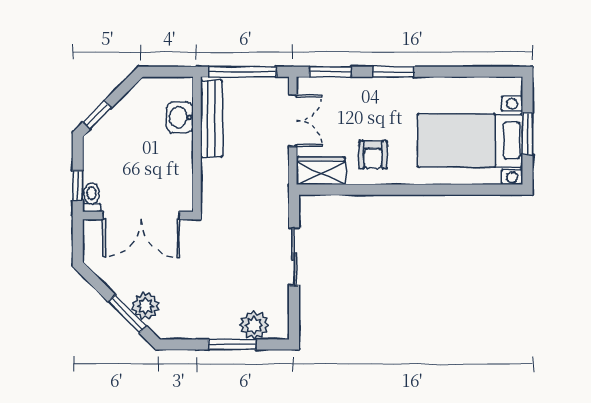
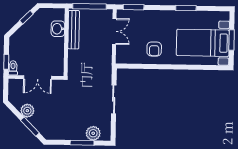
window: (394, 72) -> (186, 8), moved
window: (97, 115) -> (26, 17), moved
wardrobe: (321, 171) -> (128, 57), removed
double door: (141, 215) -> (38, 77), width x0.73
plant: (145, 306) -> (27, 111), moved

